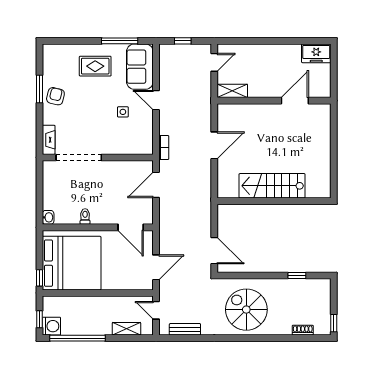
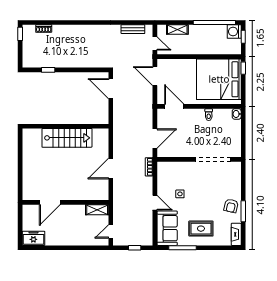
fireplace: (49, 140) -> (236, 234), moved
door: (156, 267) -> (155, 76), hinge flipped
spiral stairs: (246, 310) -> (86, 44), removed

